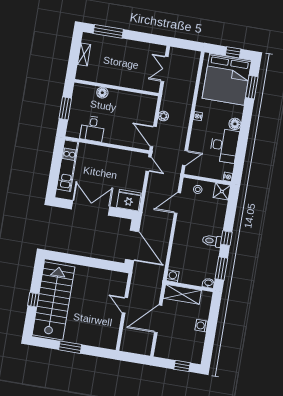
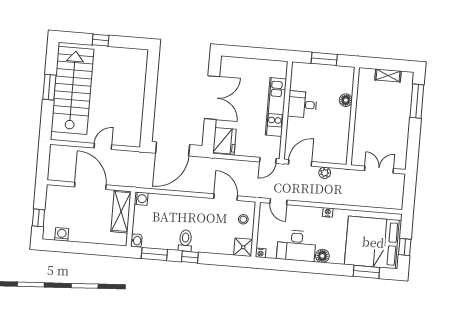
desk: (92, 129) -> (302, 104), moved
kitchen unit: (68, 166) -> (276, 107), moved, turned 90
stairs: (53, 301) -> (72, 90), moved, turned -90
washing machine: (201, 326) -> (62, 234), moved

